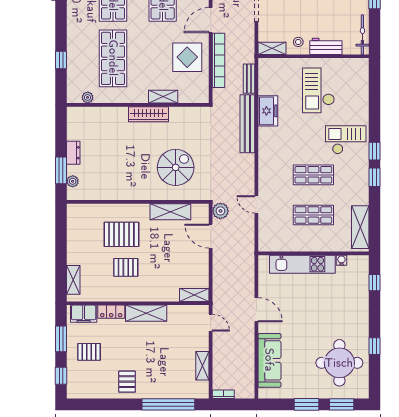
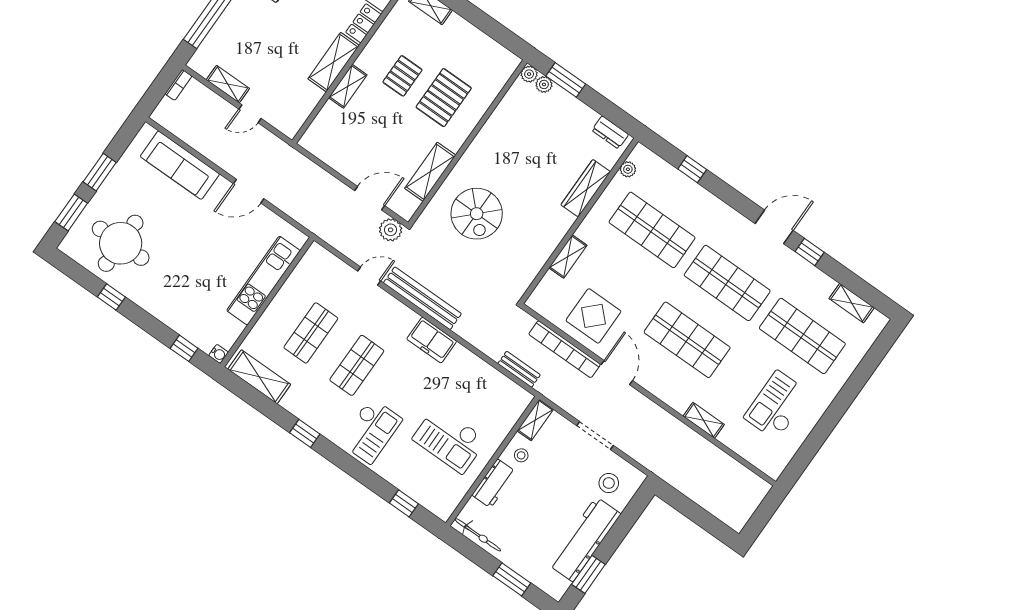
checkout: (318, 90) -> (449, 439), turned 180
freezer: (268, 111) -> (432, 340), moved
wardrobe: (148, 114) -> (586, 188), moved
bench: (247, 124) -> (422, 298), moved
window: (375, 151) -> (404, 503), moved
dresser: (73, 153) -> (610, 132), moved
plant: (73, 194) -> (529, 74), added
water cooler: (341, 260) -> (219, 354), moved
shelving: (194, 295) -> (348, 86), moved
door: (211, 323) -> (250, 114), moved

